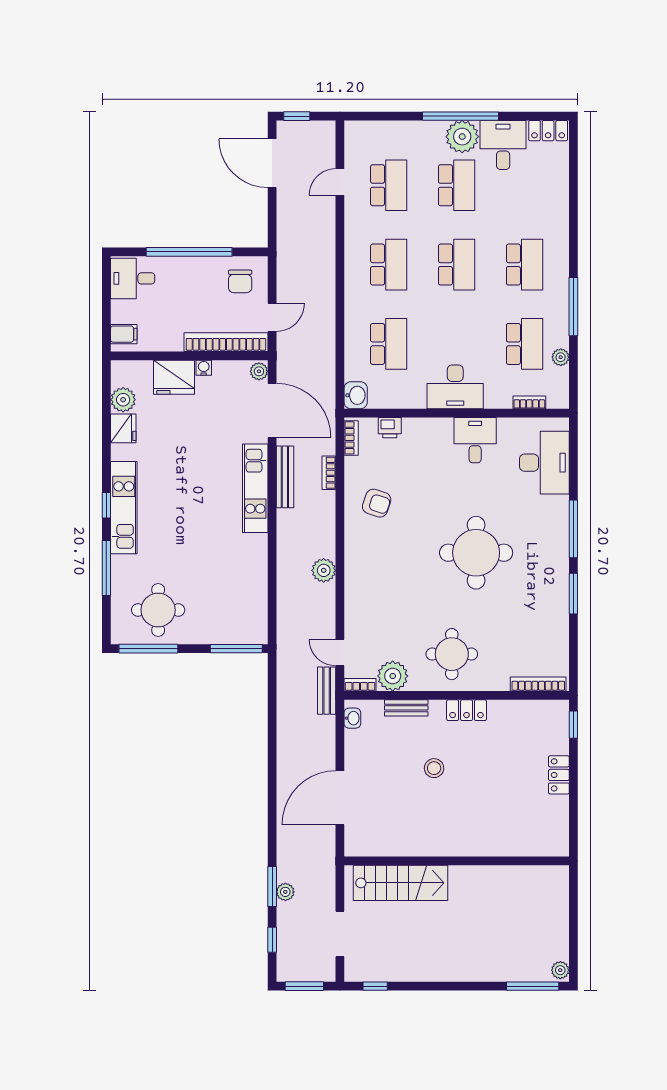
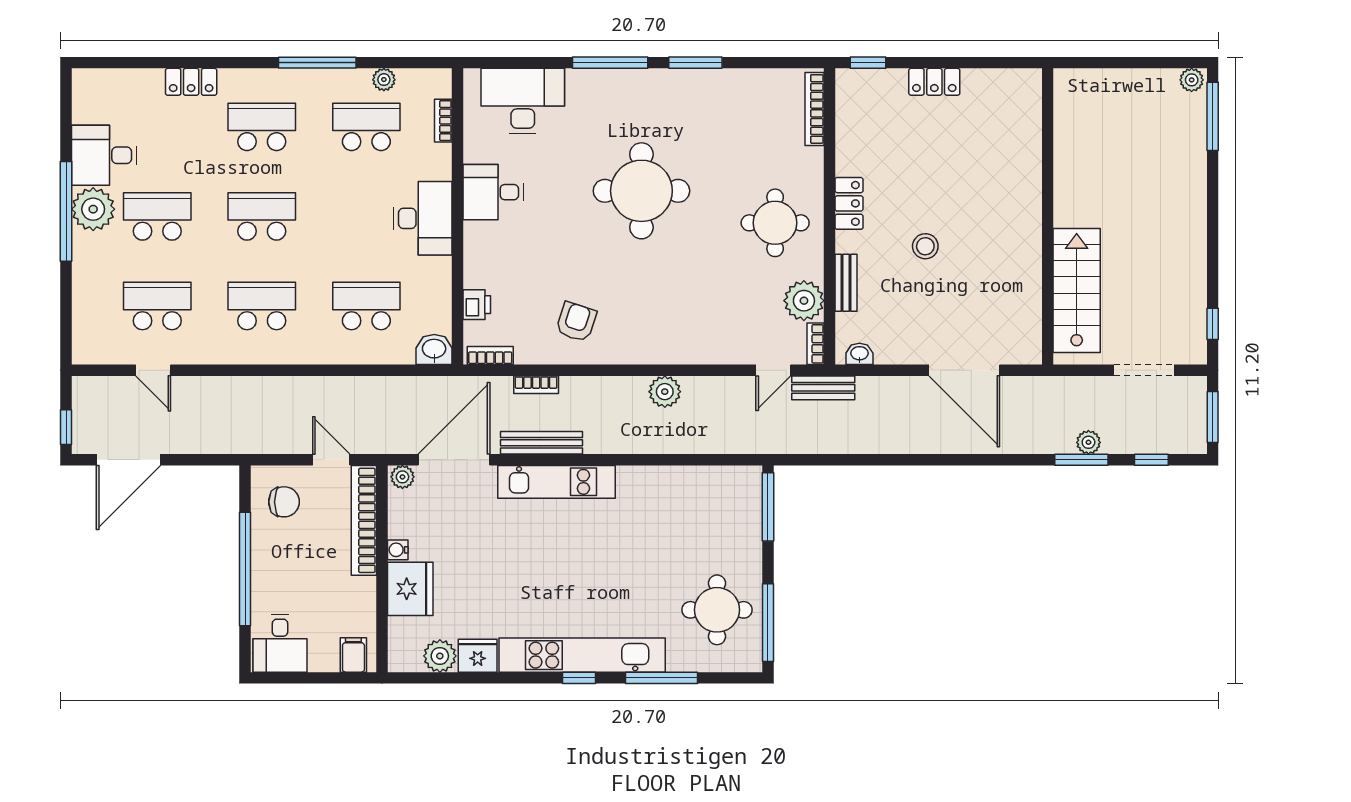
locker: (548, 131) -> (191, 82), moved, turned 90
kitchen unit: (124, 508) -> (582, 655), width x1.36

